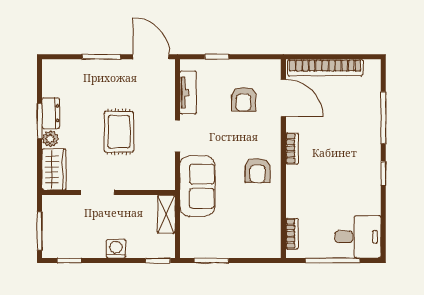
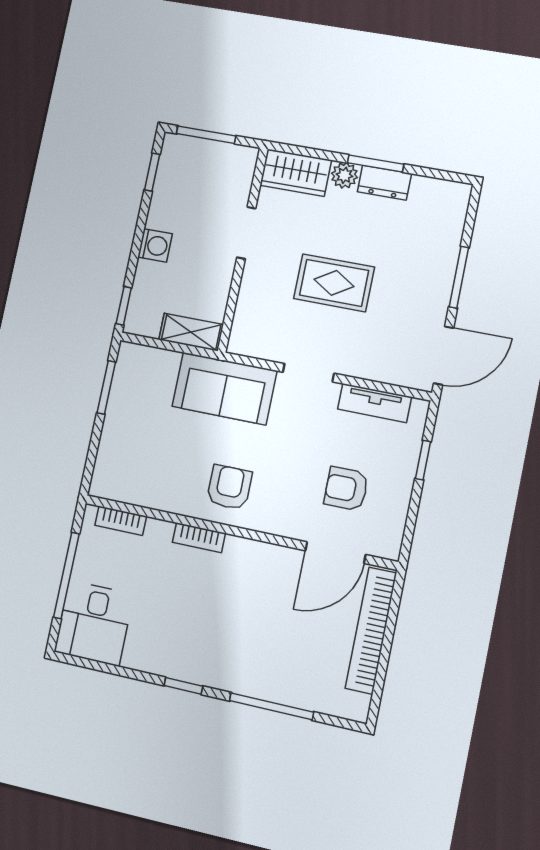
bookcase: (292, 149) -> (199, 538), moved
armchair: (257, 170) -> (229, 487), turned 90

